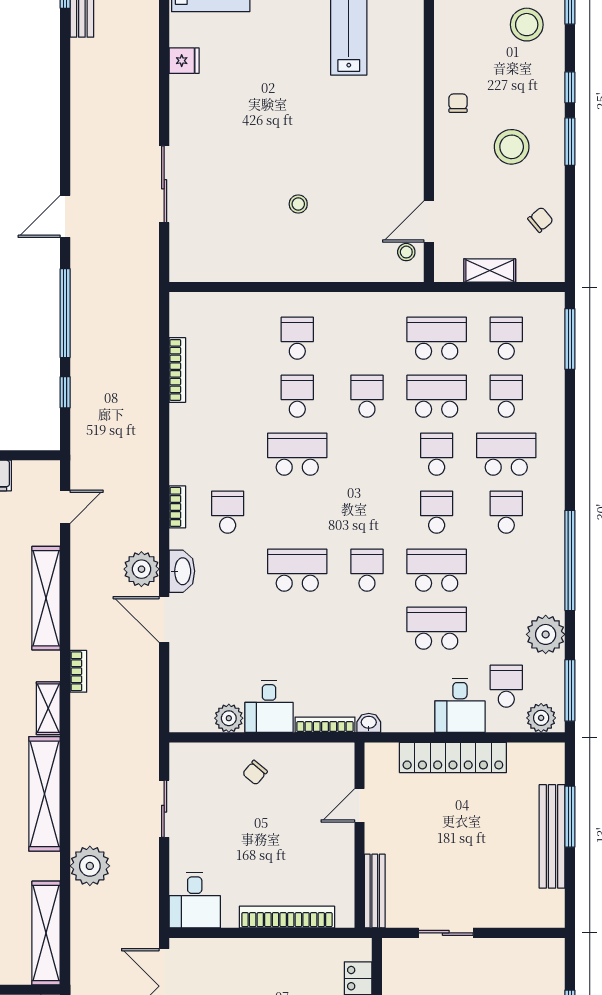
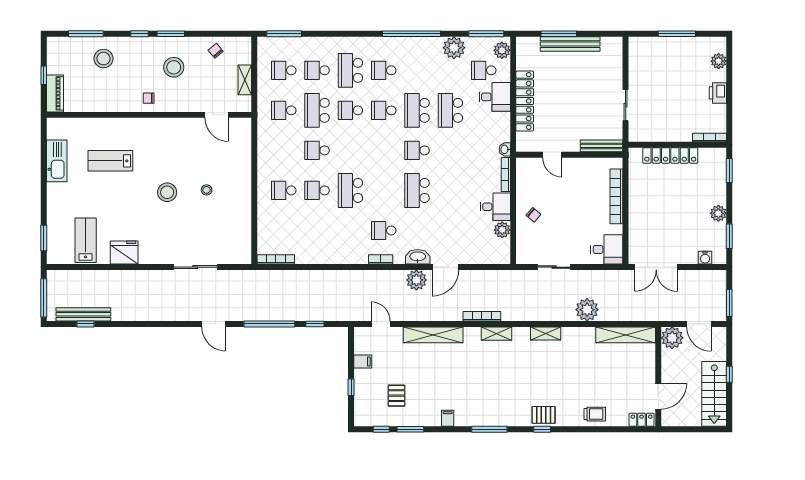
fridge: (184, 61) -> (124, 253), width x1.88, depth x1.34
stool: (406, 252) -> (167, 192), moved, width x1.89, depth x1.89
school desk: (437, 338) -> (284, 110), width x0.54
bookcase: (177, 370) -> (276, 259), moved
bookcase: (78, 671) -> (482, 316), width x1.56
shelving: (45, 794) -> (546, 333), width x0.45, depth x0.75

